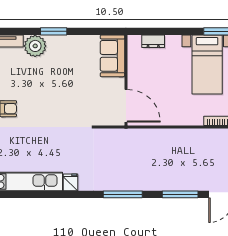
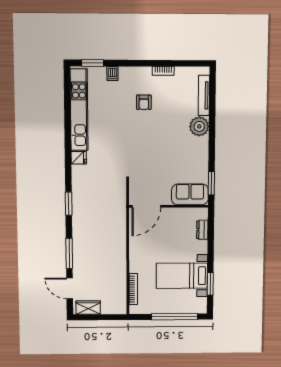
window: (54, 31) -> (211, 183), moved
window: (123, 194) -> (69, 204), width x0.69

